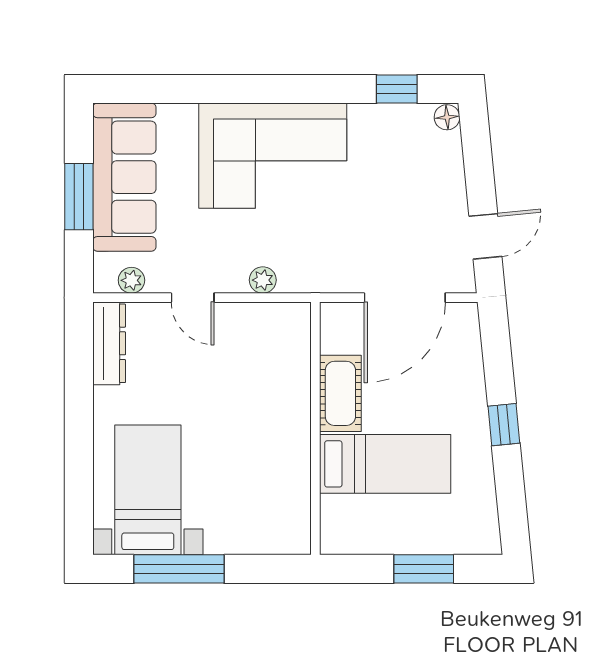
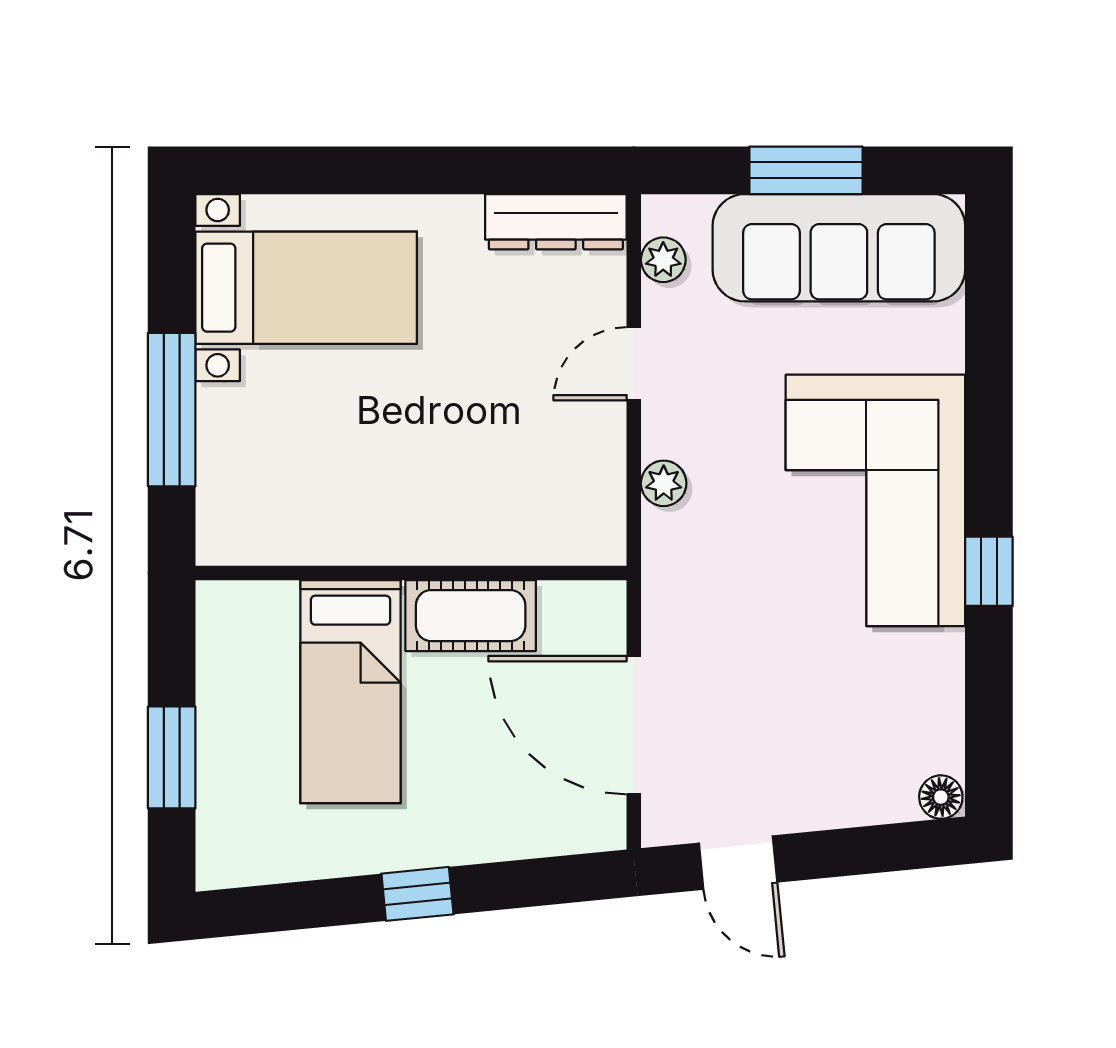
window: (397, 89) -> (989, 571), moved
window: (179, 569) -> (172, 410), moved

